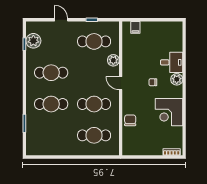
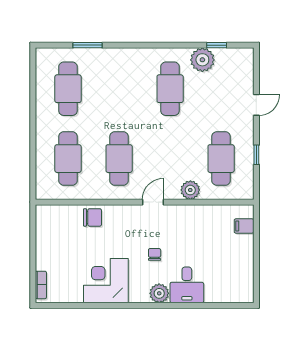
plant: (33, 41) -> (202, 60), moved
cafe table: (51, 104) -> (68, 89), moved

